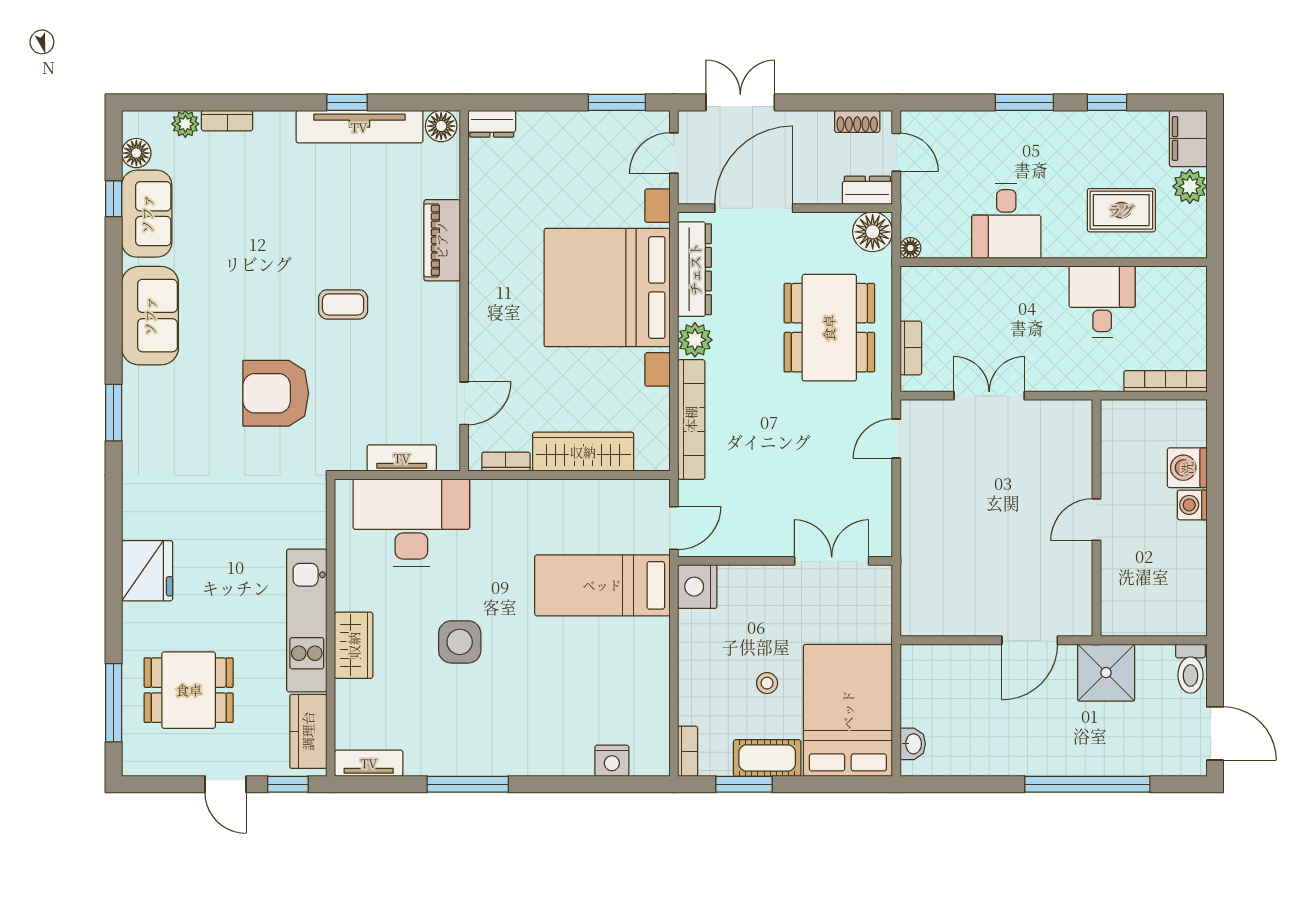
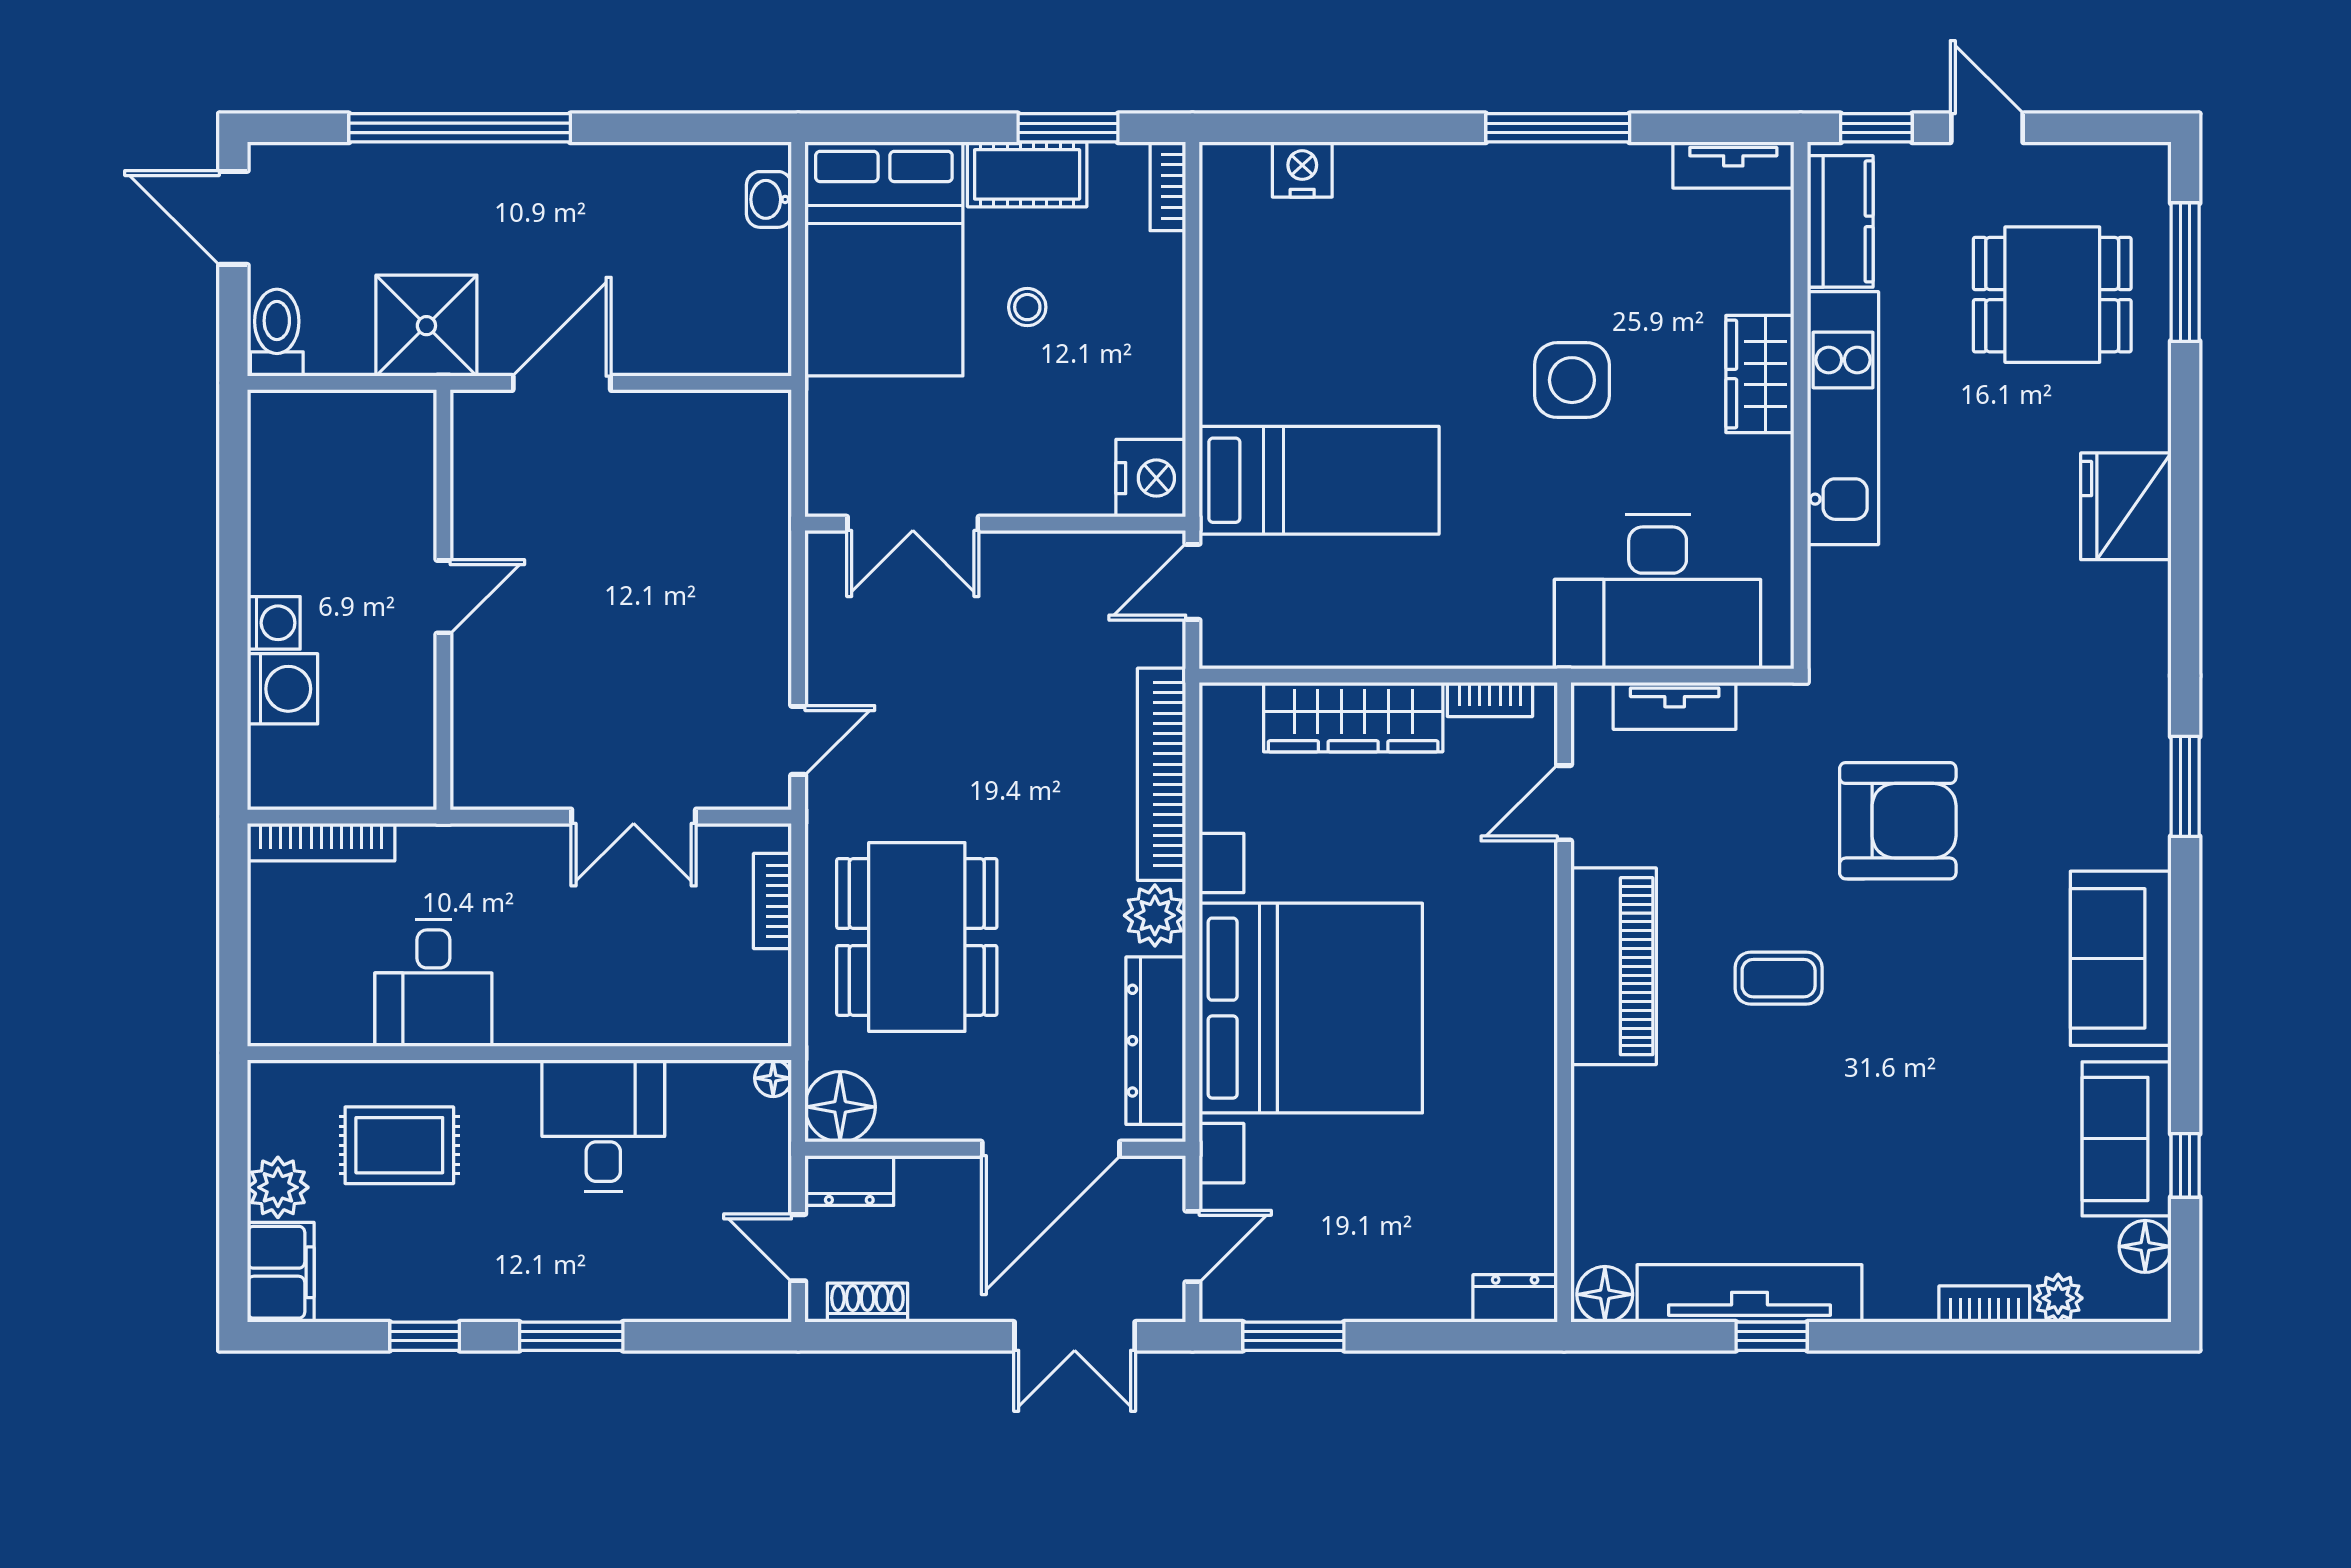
piano: (442, 240) -> (1614, 966), moved, width x1.37, depth x1.33

